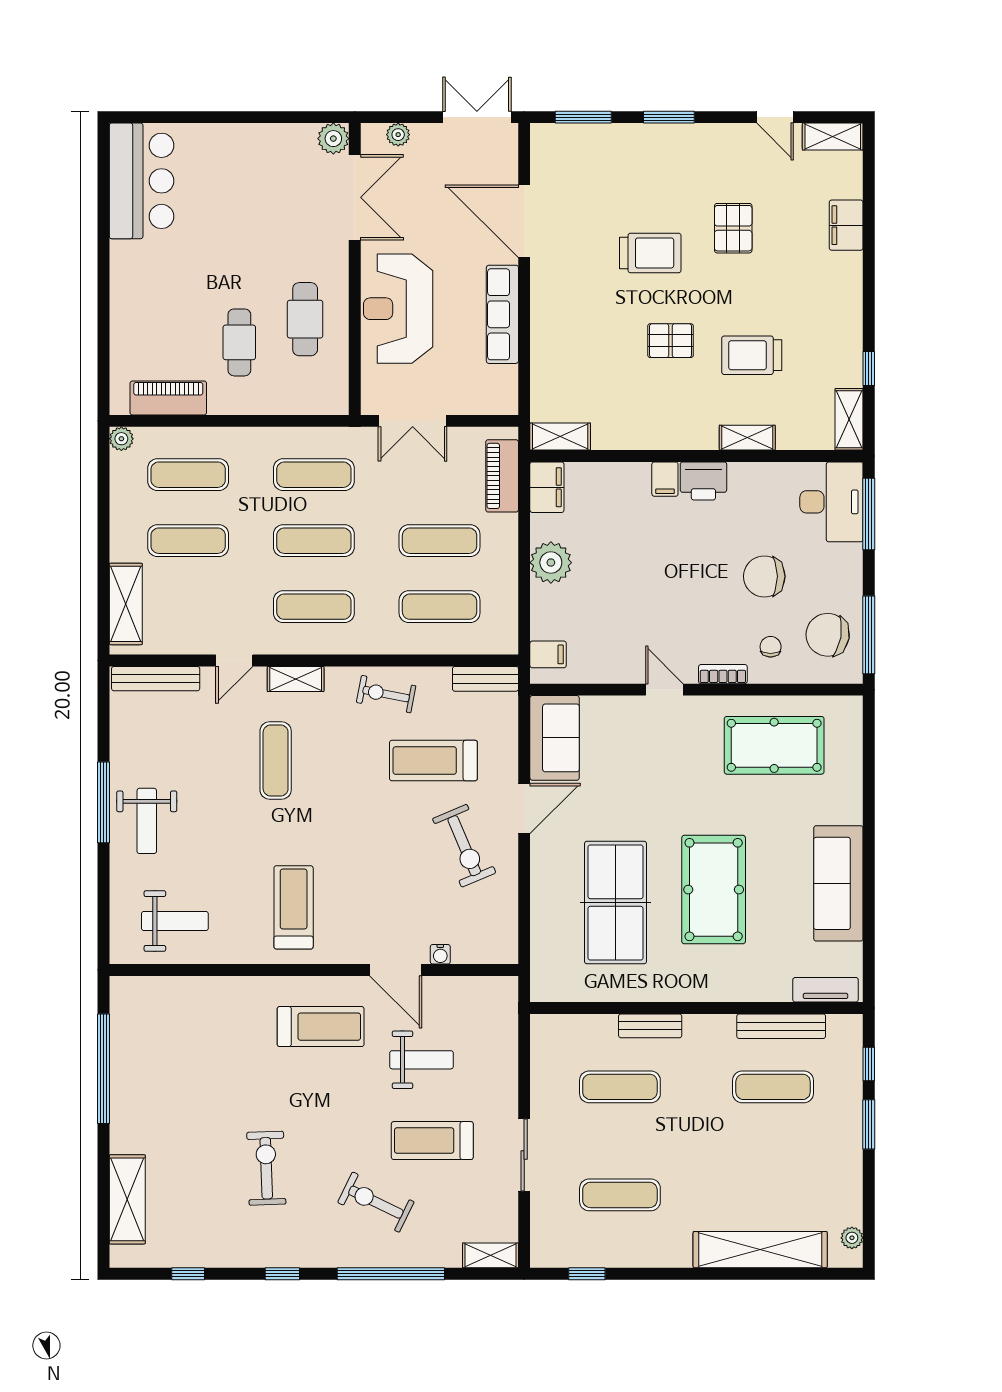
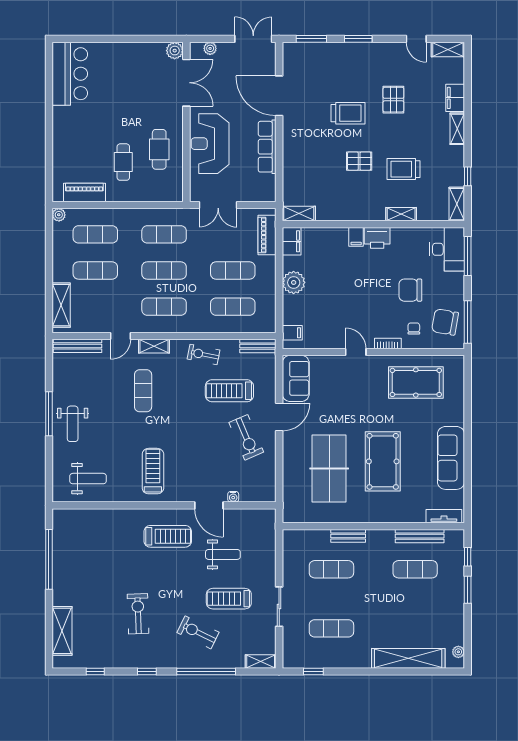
shelving: (850, 282) -> (457, 129), added

